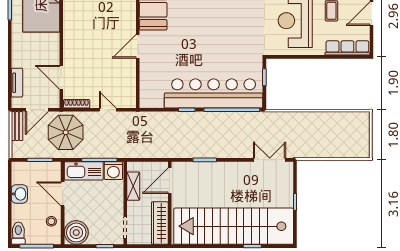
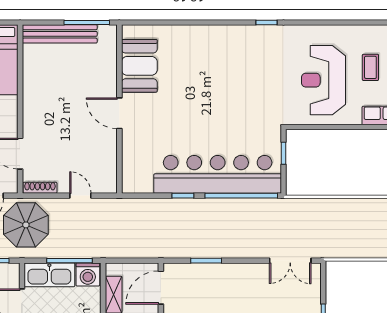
door: (138, 46) -> (119, 113), hinge flipped
double door: (270, 160) -> (290, 261), swing flipped

